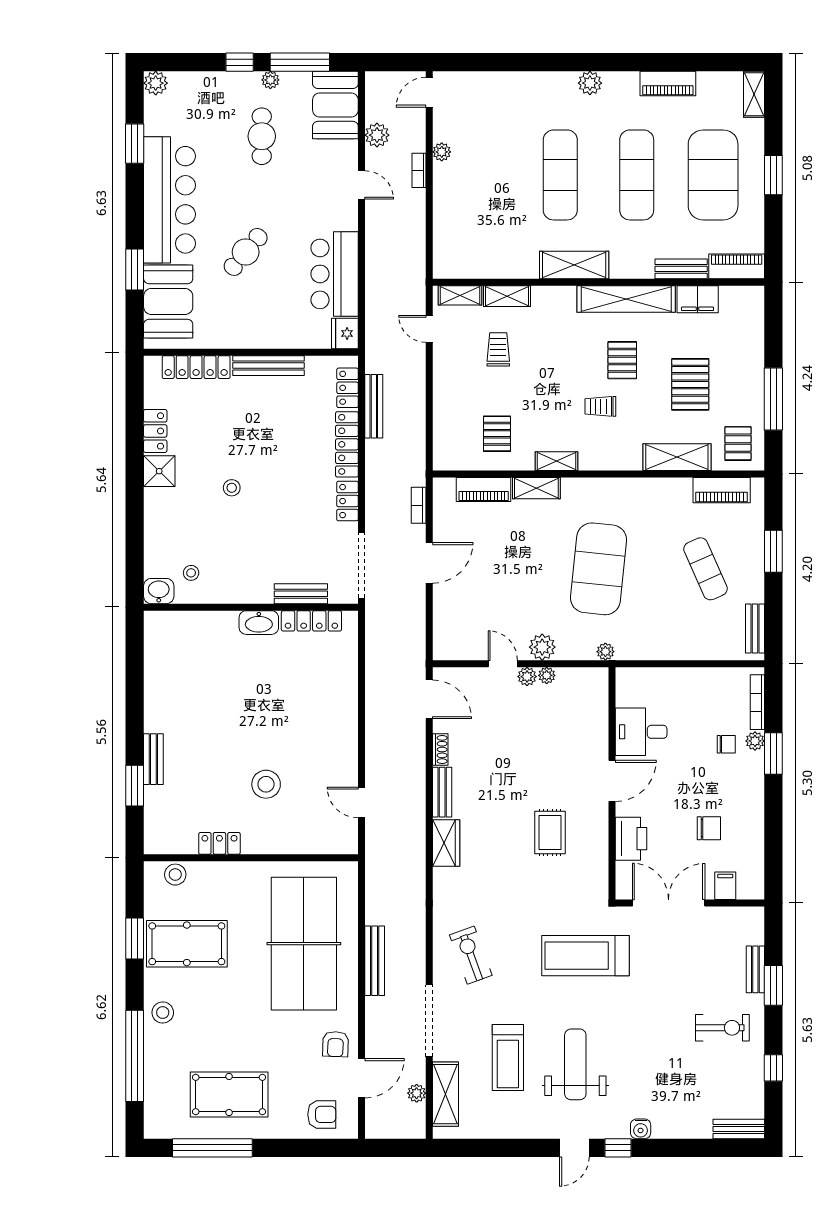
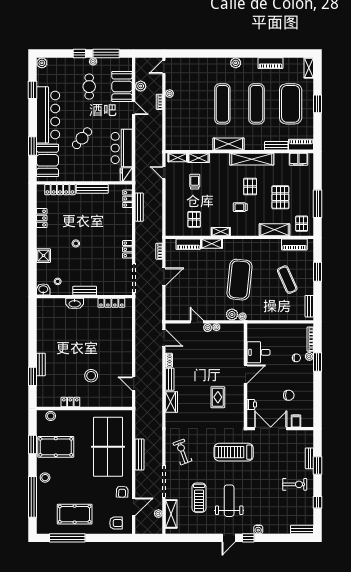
booth: (335, 105) -> (122, 86), moved
filing cabinet: (698, 299) -> (298, 159), moved
locker: (347, 444) -> (127, 224), removed
shower: (159, 471) -> (43, 256), moved
bench: (301, 594) -> (85, 291), moved
washbasin: (259, 623) -> (75, 304), moved
plant: (542, 647) -> (232, 314), moved
printer: (631, 839) -> (252, 405), width x0.53, depth x0.68

